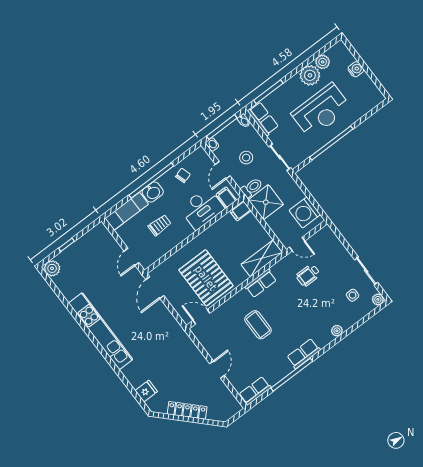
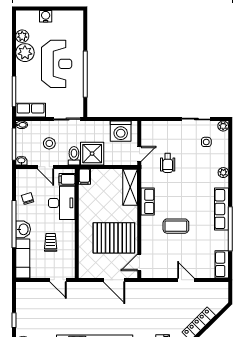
door: (155, 288) -> (114, 280), moved
row of seats: (304, 354) -> (221, 209), width x1.48

